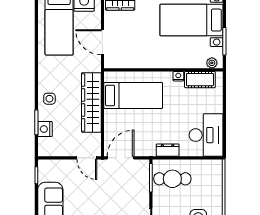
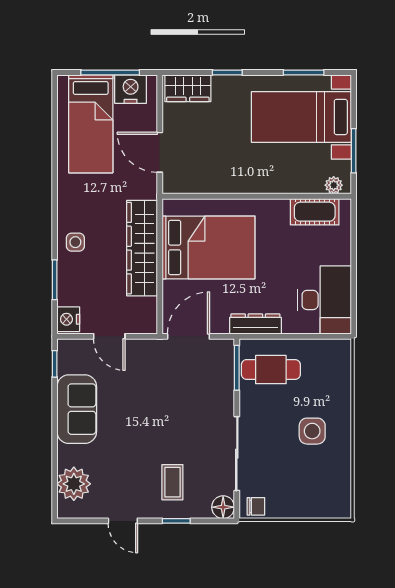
nightstand: (178, 76) -> (280, 206), removed
bed: (133, 95) -> (208, 247), width x1.50
nightstand: (45, 129) -> (68, 319), moved
dresser: (168, 150) -> (255, 324), width x1.44
door: (87, 158) -> (109, 336), moved

